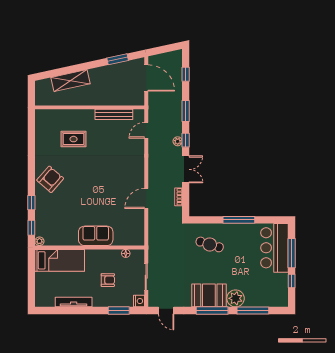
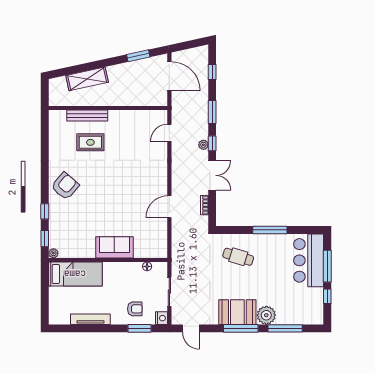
bench: (114, 114) -> (87, 116), moved
armchair: (108, 280) -> (135, 309), moved

